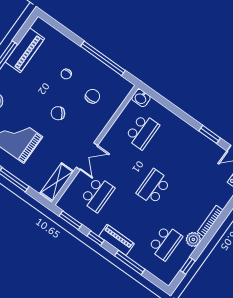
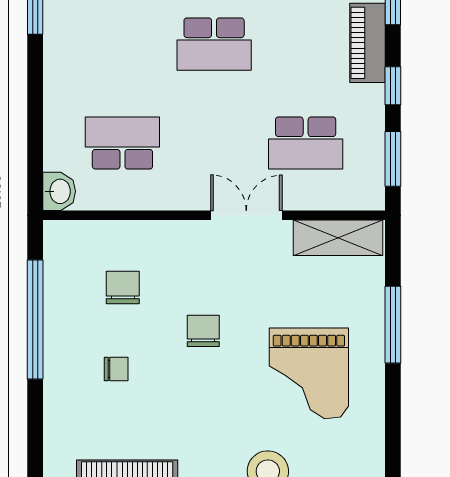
chair: (92, 96) -> (123, 288), turned 90
chair: (58, 113) -> (203, 331), turned -143
school desk: (97, 194) -> (306, 143), turned 180

